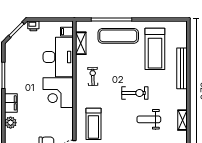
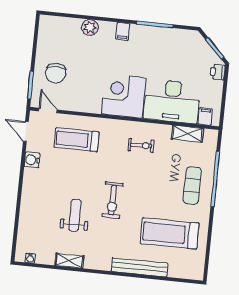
exercise mat: (118, 36) -> (192, 186), width x0.73, depth x0.69
filing cabinet: (11, 103) -> (123, 31), width x0.50

